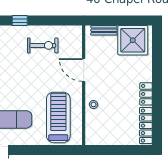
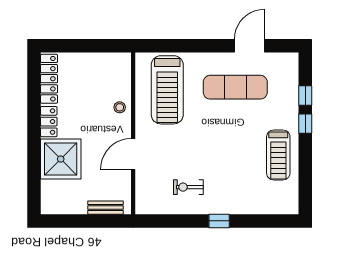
shower: (133, 40) -> (61, 159), moved
exercise bike: (43, 45) -> (188, 187), width x0.73, depth x0.72
door: (84, 70) -> (133, 154), swing flipped

